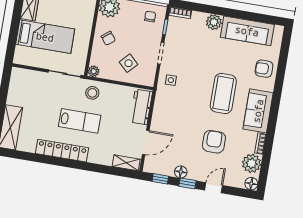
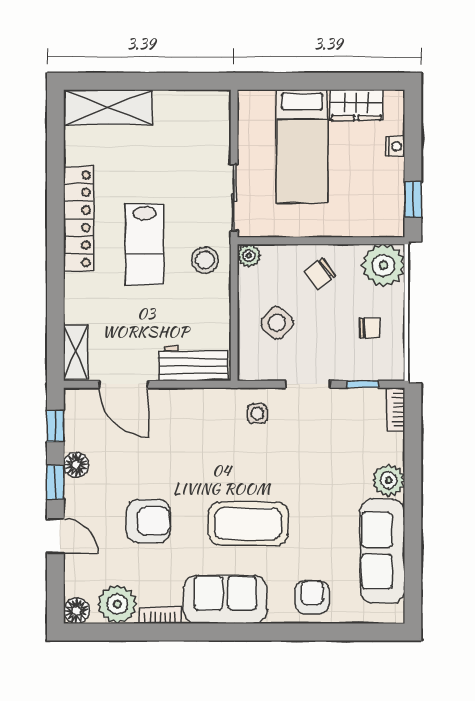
chair: (150, 17) -> (370, 328), moved

